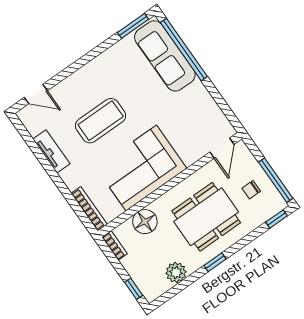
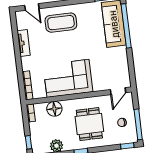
coffee table: (101, 121) -> (61, 23), moved
dining table: (206, 217) -> (89, 124), width x0.73

